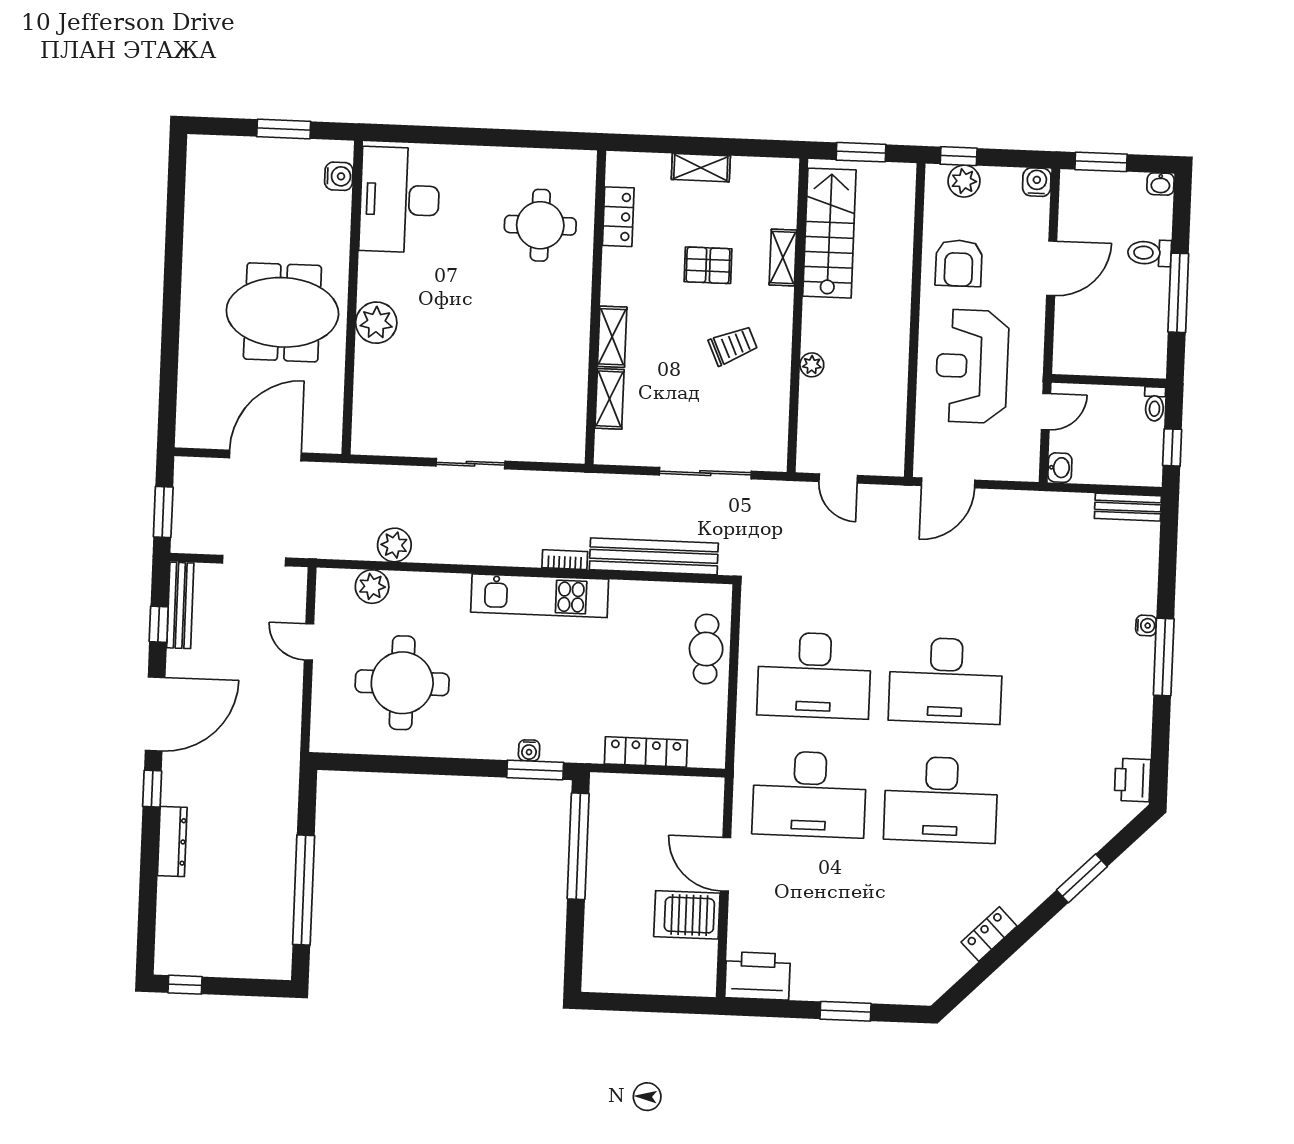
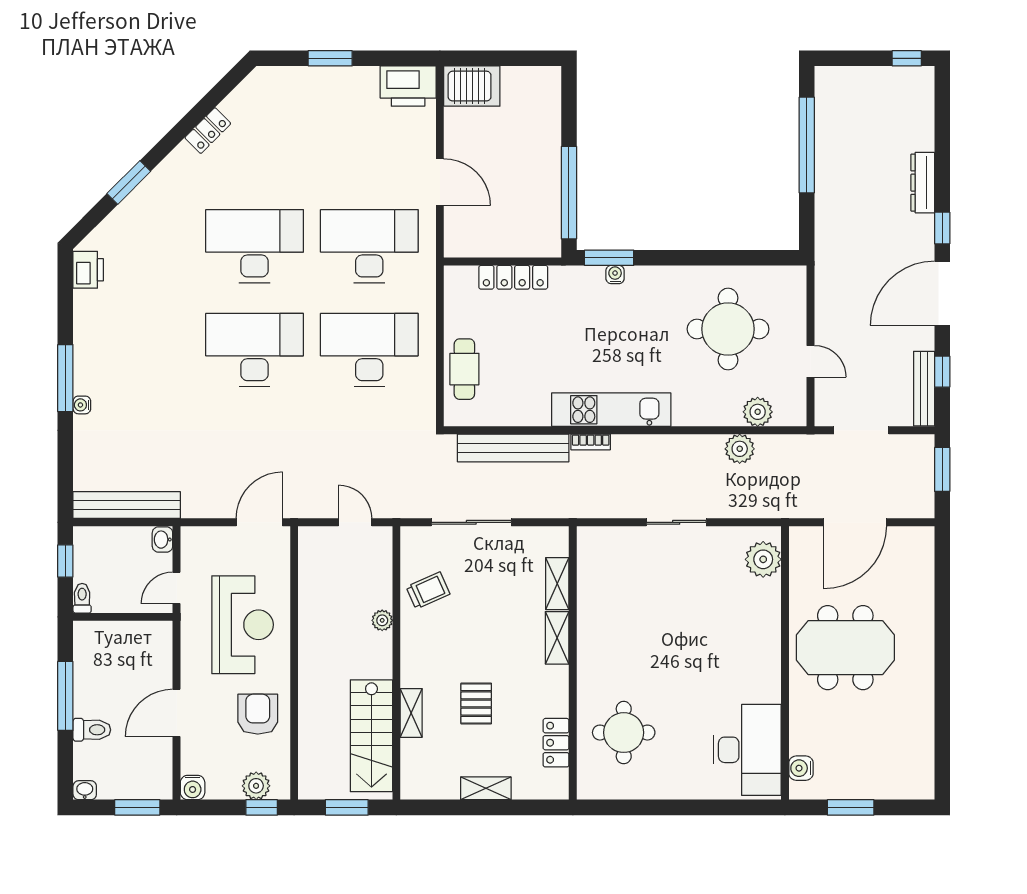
pallet: (708, 265) -> (476, 704), turned 90
plant: (376, 323) -> (763, 559), moved
trolley: (733, 345) -> (428, 590), moved, turned 180
bench: (1128, 507) -> (127, 505), width x1.86, depth x1.21
server rack: (687, 915) -> (472, 86), moved

